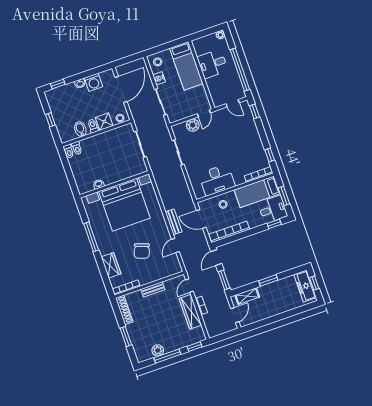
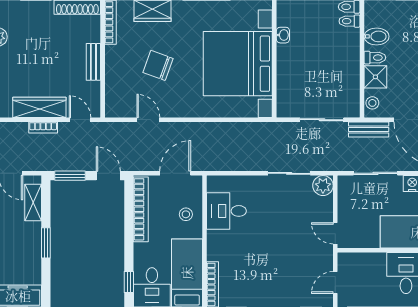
plant: (193, 125) -> (323, 186), moved
desk: (217, 180) -> (226, 211), width x0.73
bench: (174, 222) -> (369, 129), moved

